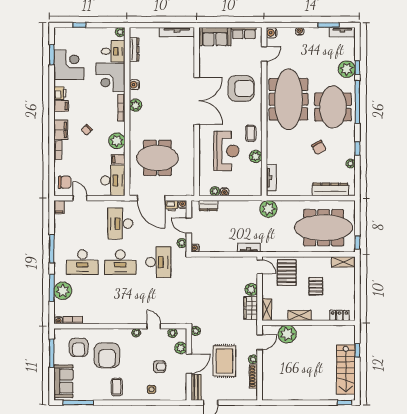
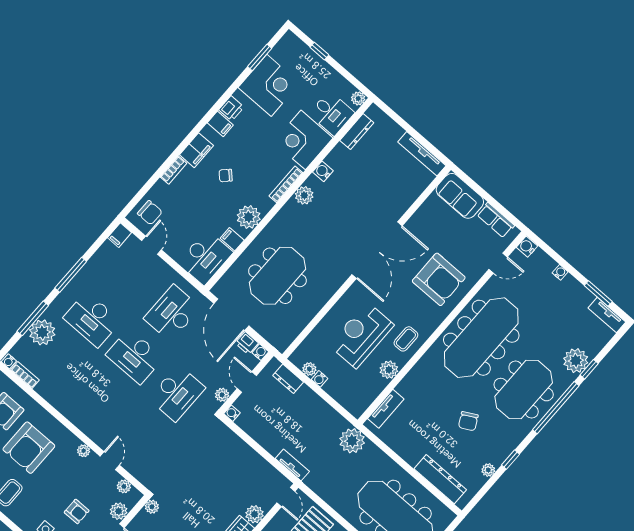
reception desk: (226, 151) -> (361, 335), turned 180
meeting table: (157, 158) -> (277, 276), turned 90

